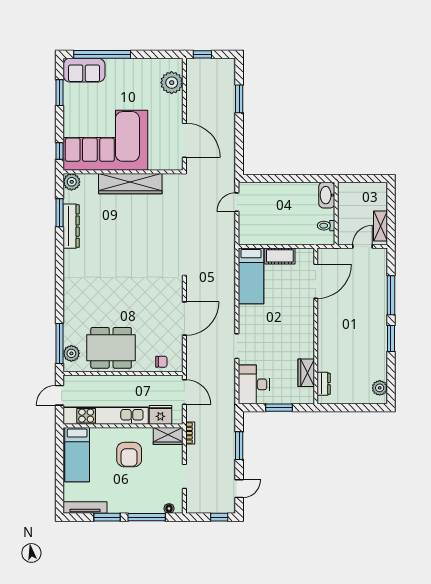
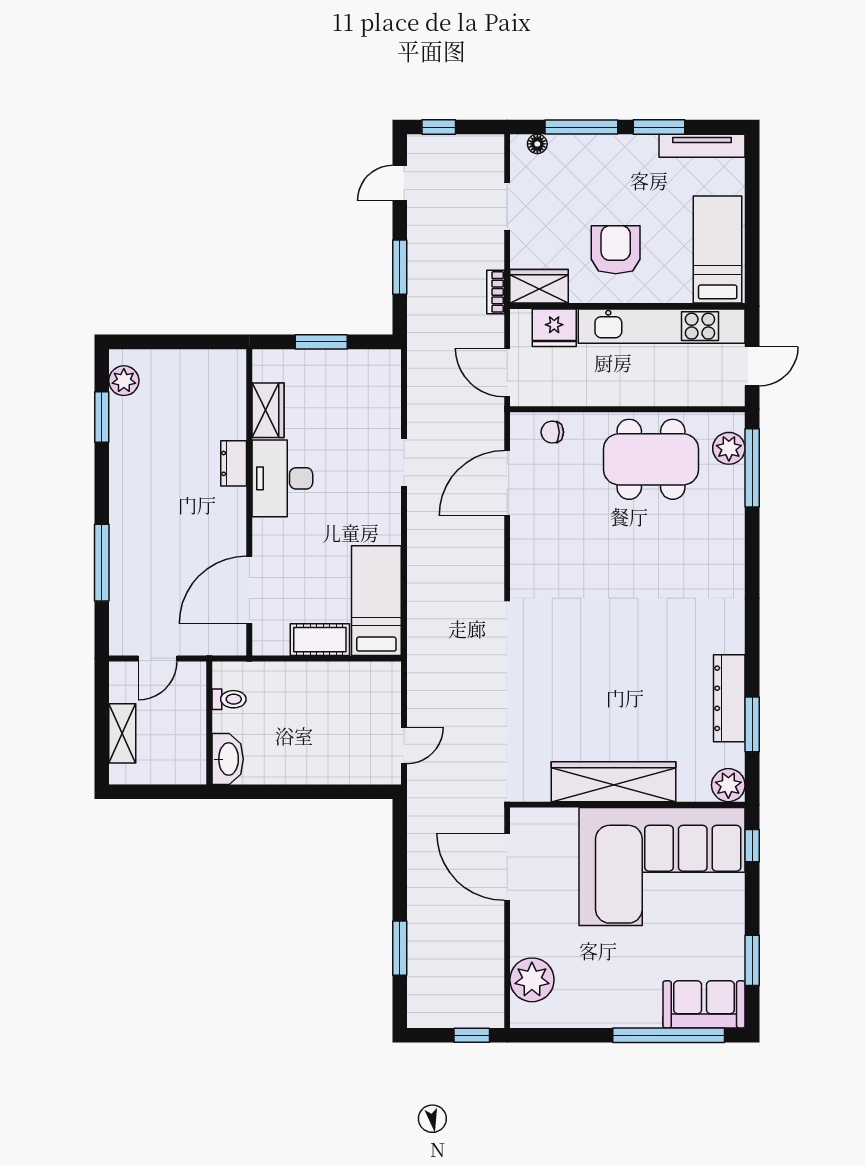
shelving: (380, 226) -> (122, 733), moved
door: (184, 319) -> (507, 483), moved
window: (391, 339) -> (102, 417), moved
desk: (254, 384) -> (282, 478), moved, turned 180
dresser: (324, 384) -> (234, 463), moved

